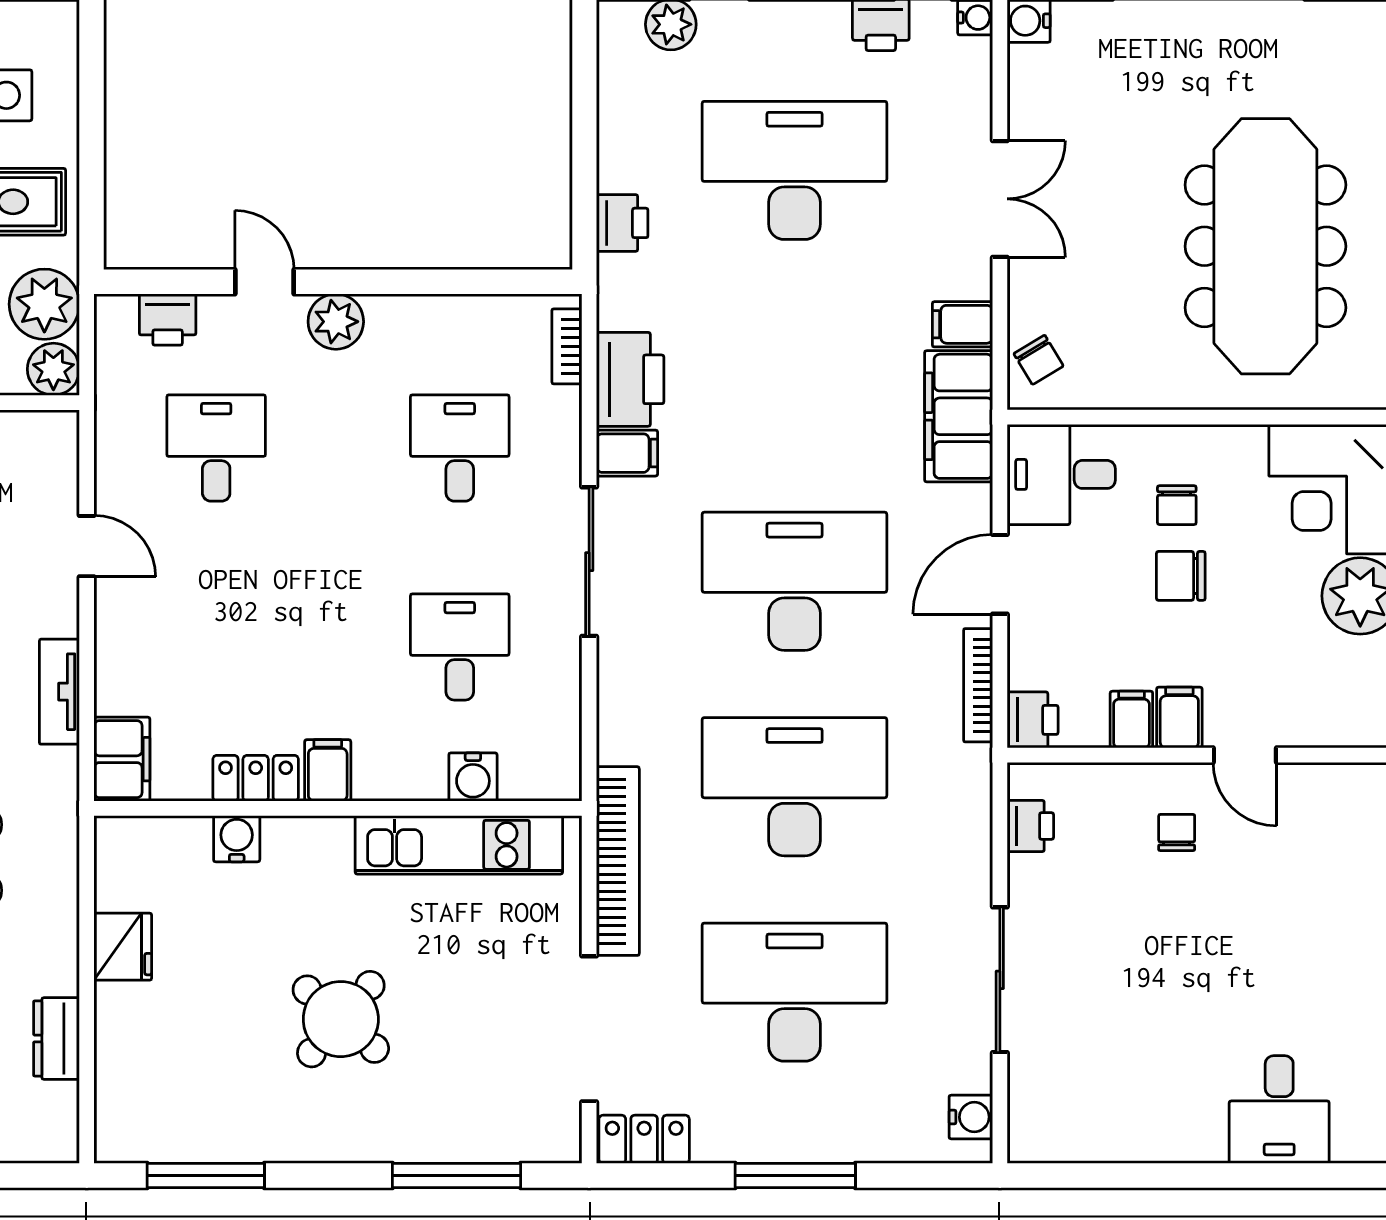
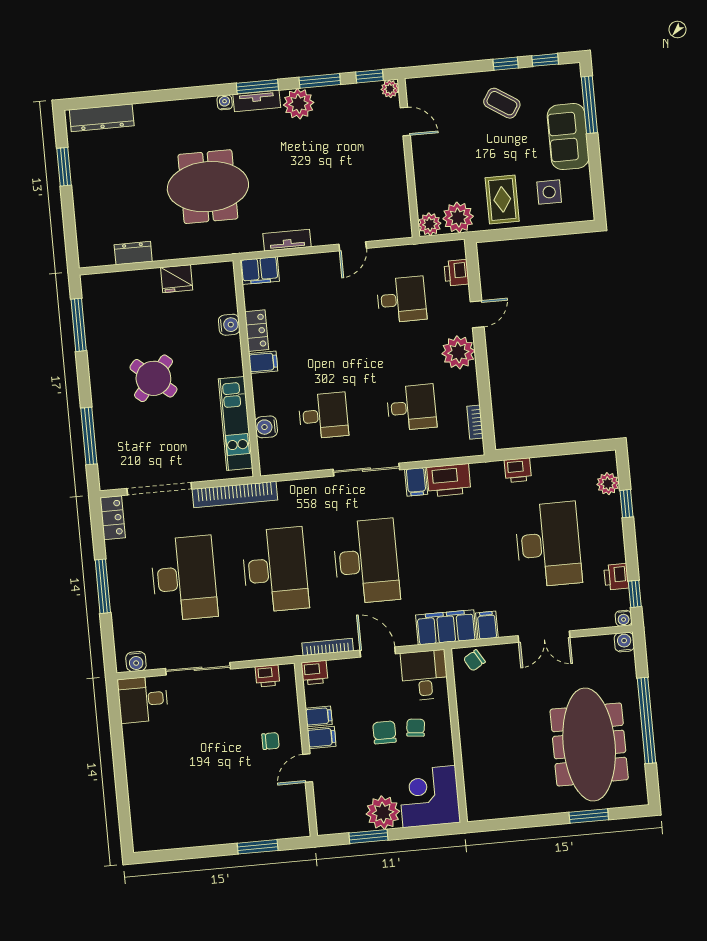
meeting table: (1265, 246) -> (589, 744), moved, turned 90
plant: (336, 322) -> (458, 352), width x1.36, depth x1.36
bookcase: (567, 346) -> (475, 422), moved, turned -90
chair: (1177, 505) -> (416, 728), turned 96
desk: (1279, 1110) -> (143, 699), moved

